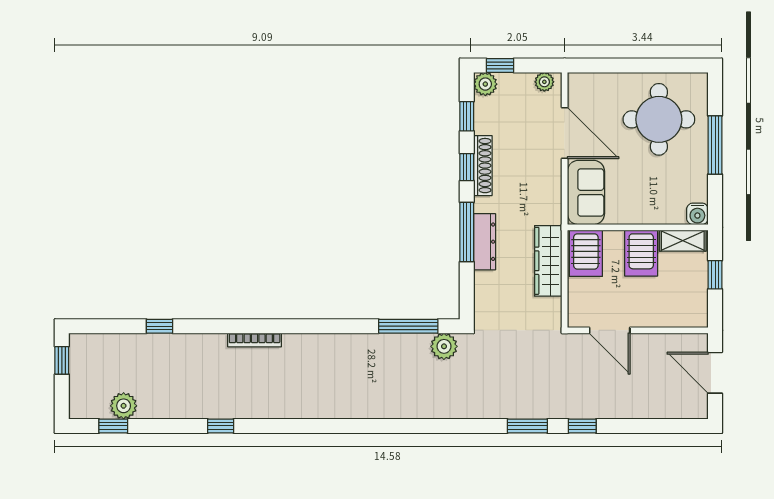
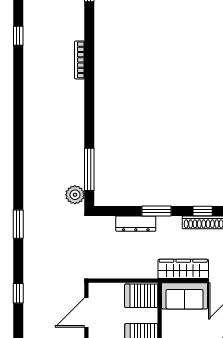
window: (467, 232) -> (156, 211), width x0.69
dresser: (485, 242) -> (136, 224), moved
wardrobe: (548, 261) -> (183, 269), moved
window: (527, 426) -> (18, 224), moved

